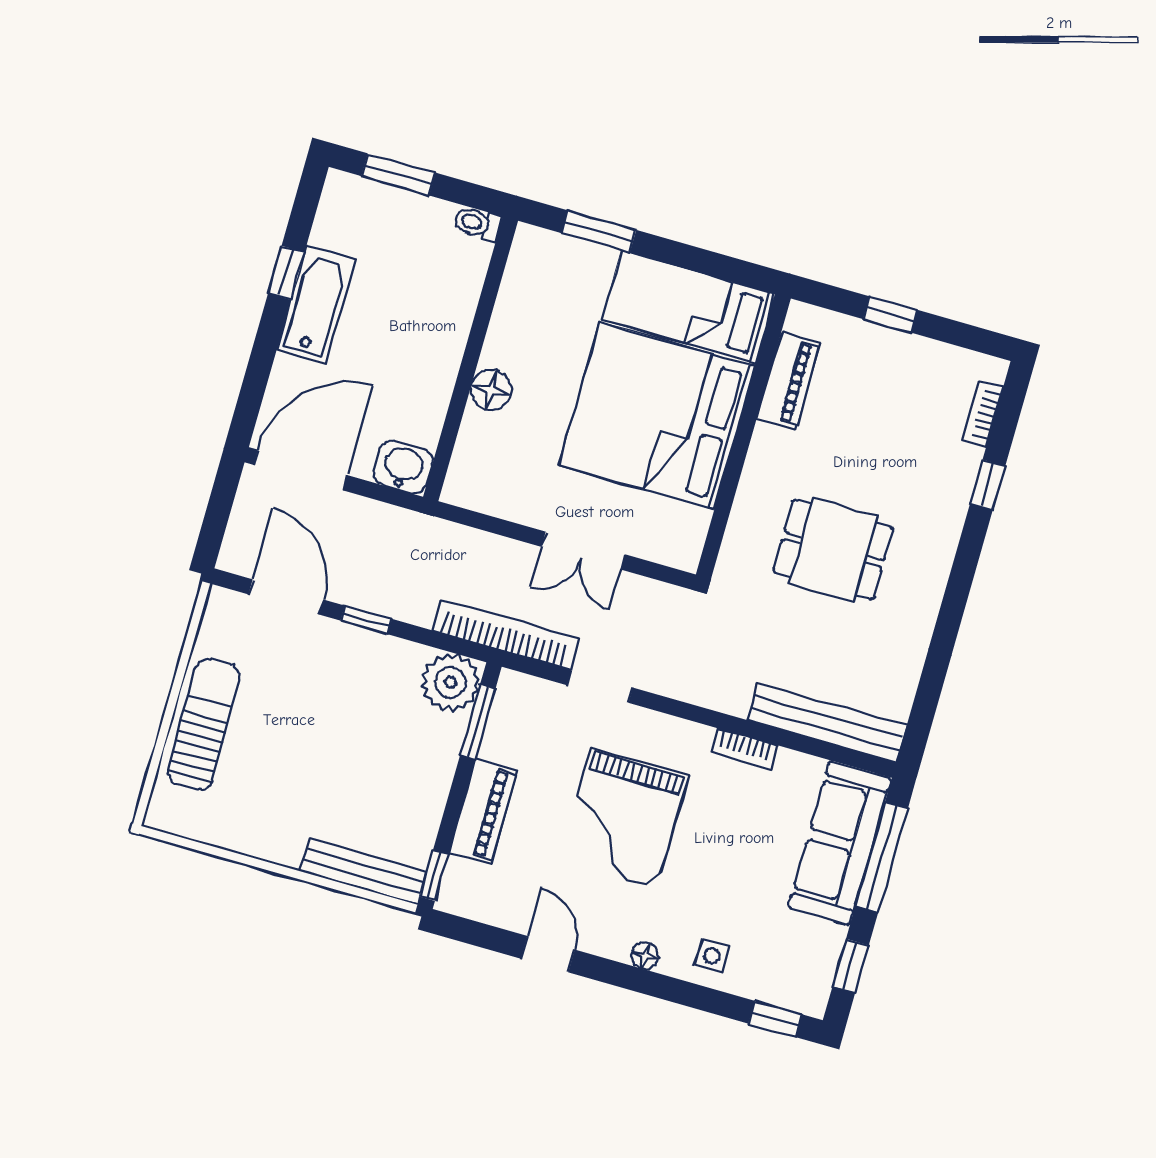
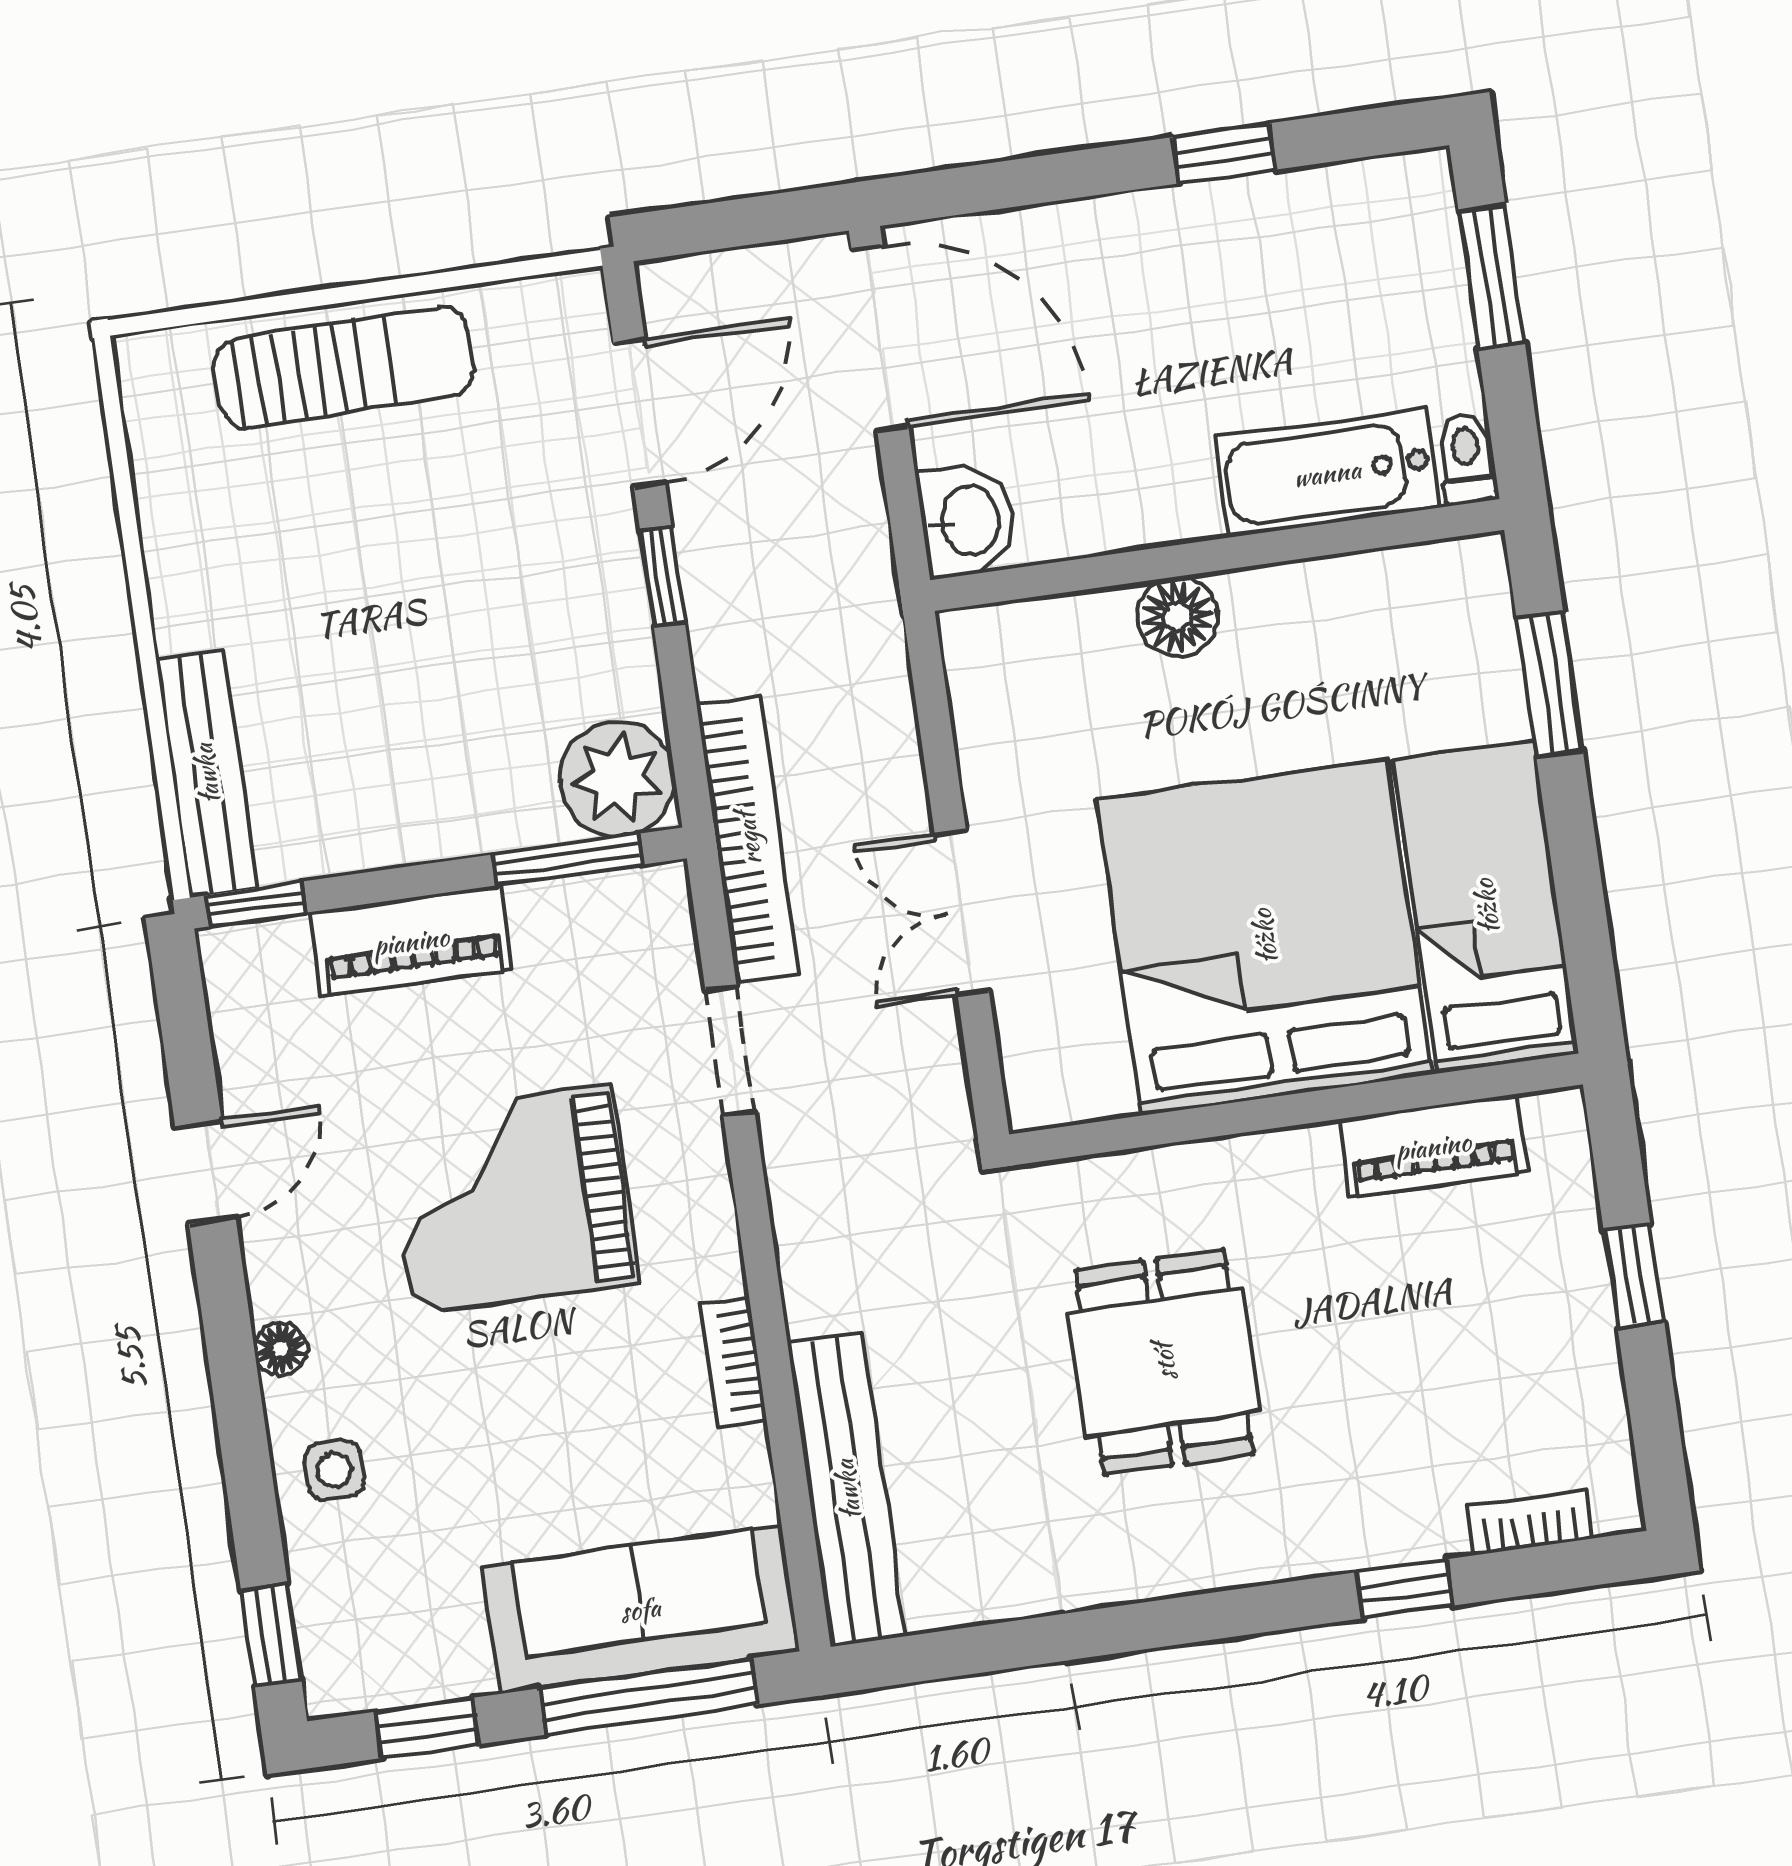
bathtub: (316, 304) -> (1327, 473), moved, turned 180

